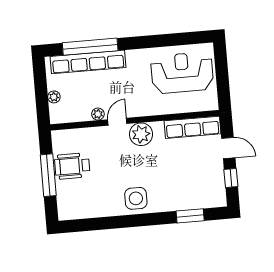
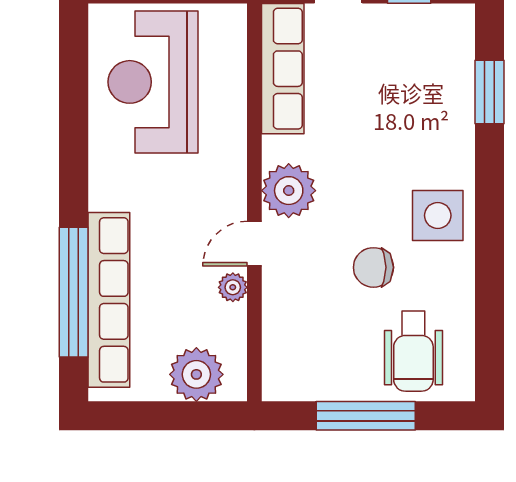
plant: (54, 97) -> (196, 374), width x1.88, depth x1.88
door: (117, 122) -> (254, 244), hinge flipped
wheelchair: (72, 166) -> (413, 351), moved
chair: (111, 173) -> (373, 267), added

